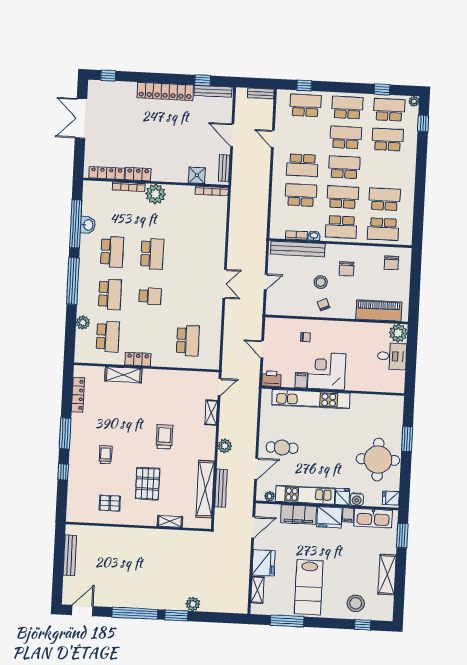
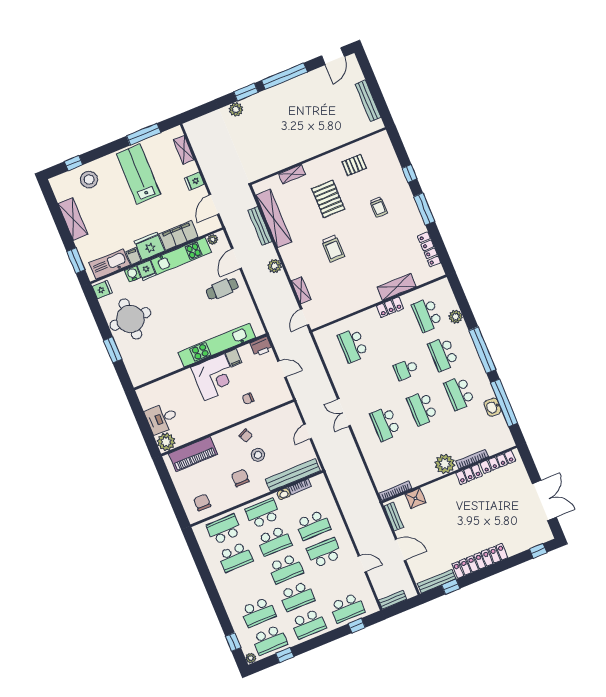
school desk: (192, 256) -> (385, 424), added
fridge: (264, 563) -> (194, 181), width x0.53, depth x0.75

